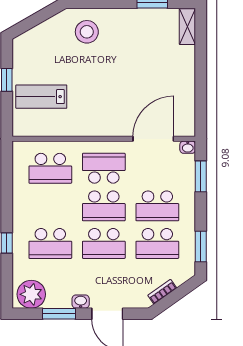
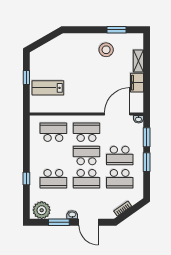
shelving: (187, 27) -> (138, 61), moved
stool: (87, 32) -> (106, 50), moved
filing cabinet: (185, 88) -> (137, 83), added
school desk: (50, 168) -> (53, 132), turned 180
school desk: (104, 206) -> (87, 155), turned 180
window: (201, 246) -> (147, 162), moved

